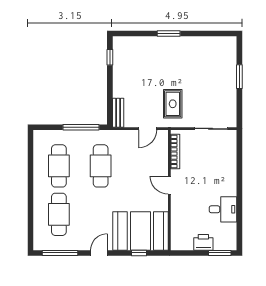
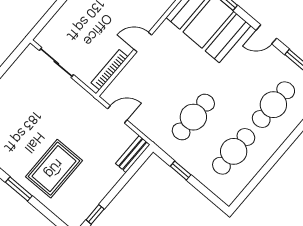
rug: (173, 104) -> (54, 169), moved, width x1.36, depth x1.43
window: (81, 127) -> (181, 170), width x0.46
door: (169, 185) -> (143, 42), swing flipped

